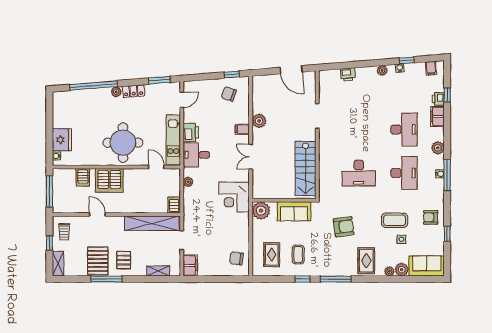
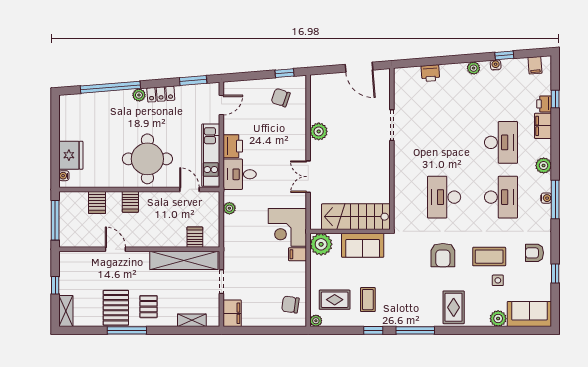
filing cabinet: (242, 129) -> (298, 254), moved
stairs: (306, 169) -> (356, 217), moved, turned 90
desk: (359, 173) -> (444, 197), turned 90
server rack: (109, 180) -> (130, 202), width x0.46, depth x0.70
server rack: (174, 205) -> (195, 237), moved
armchair: (344, 227) -> (443, 255), moved, turned 97
trolley: (64, 232) -> (74, 271), removed
rug: (272, 255) -> (335, 300), turned 90
plant: (389, 271) -> (316, 321), moved

